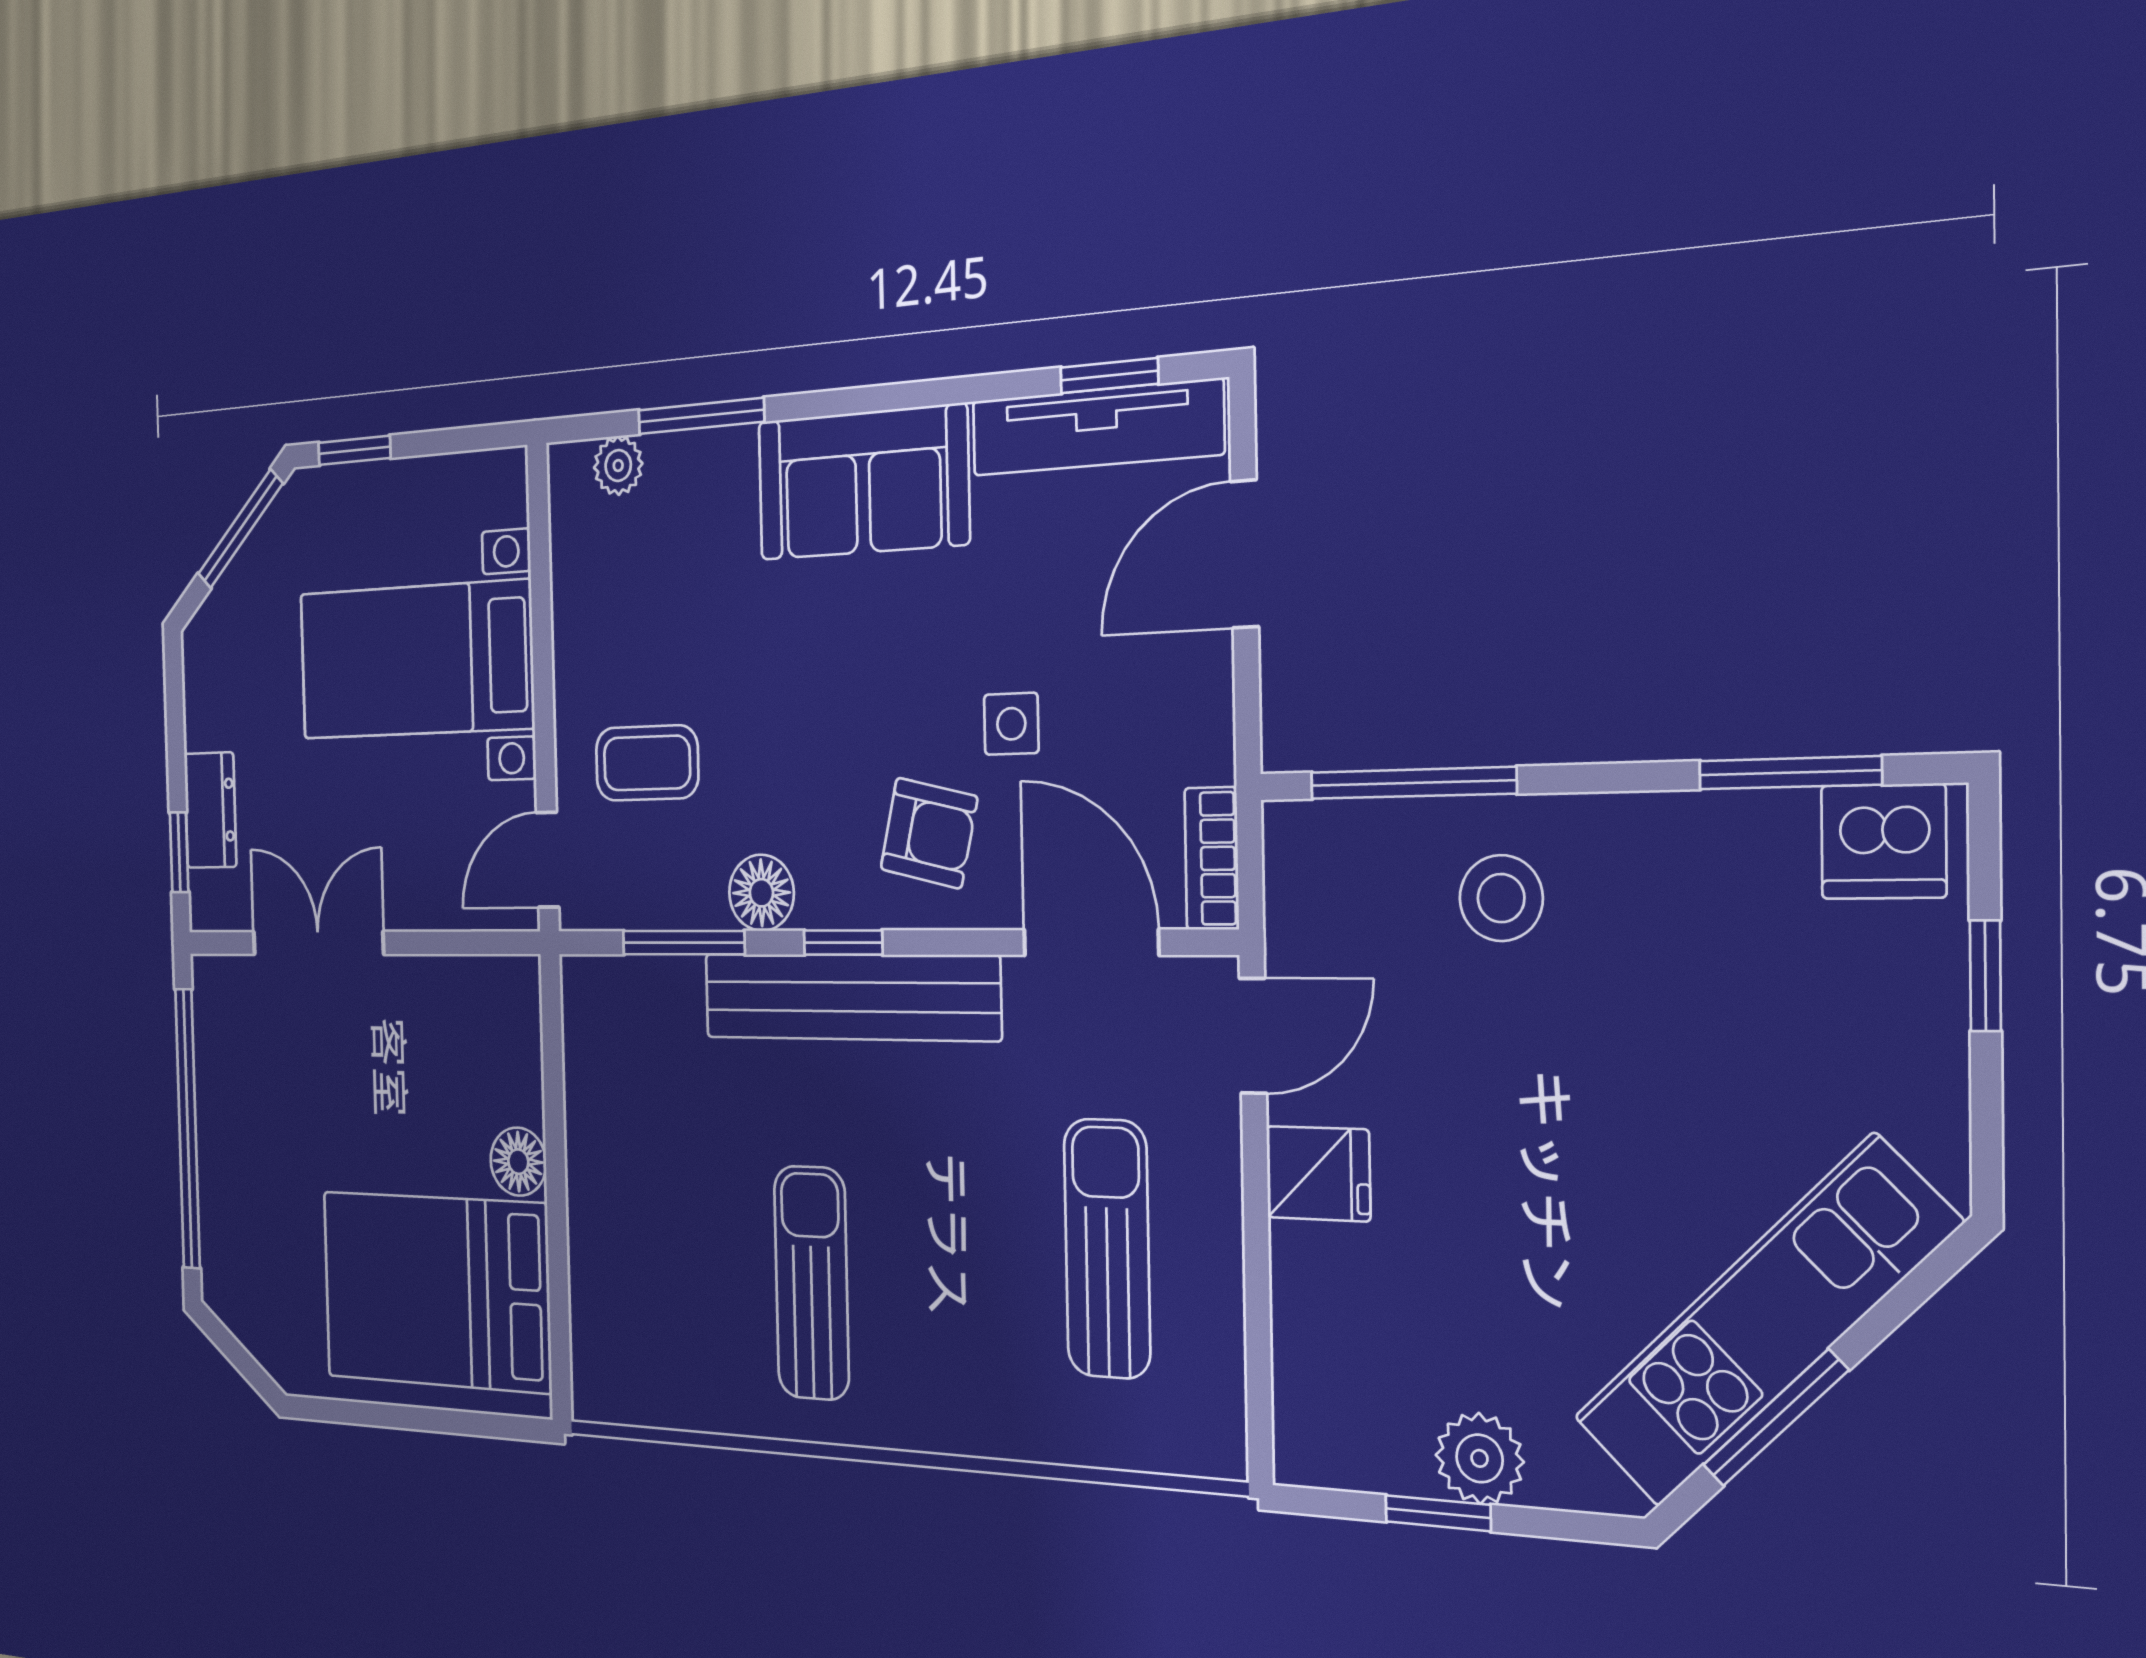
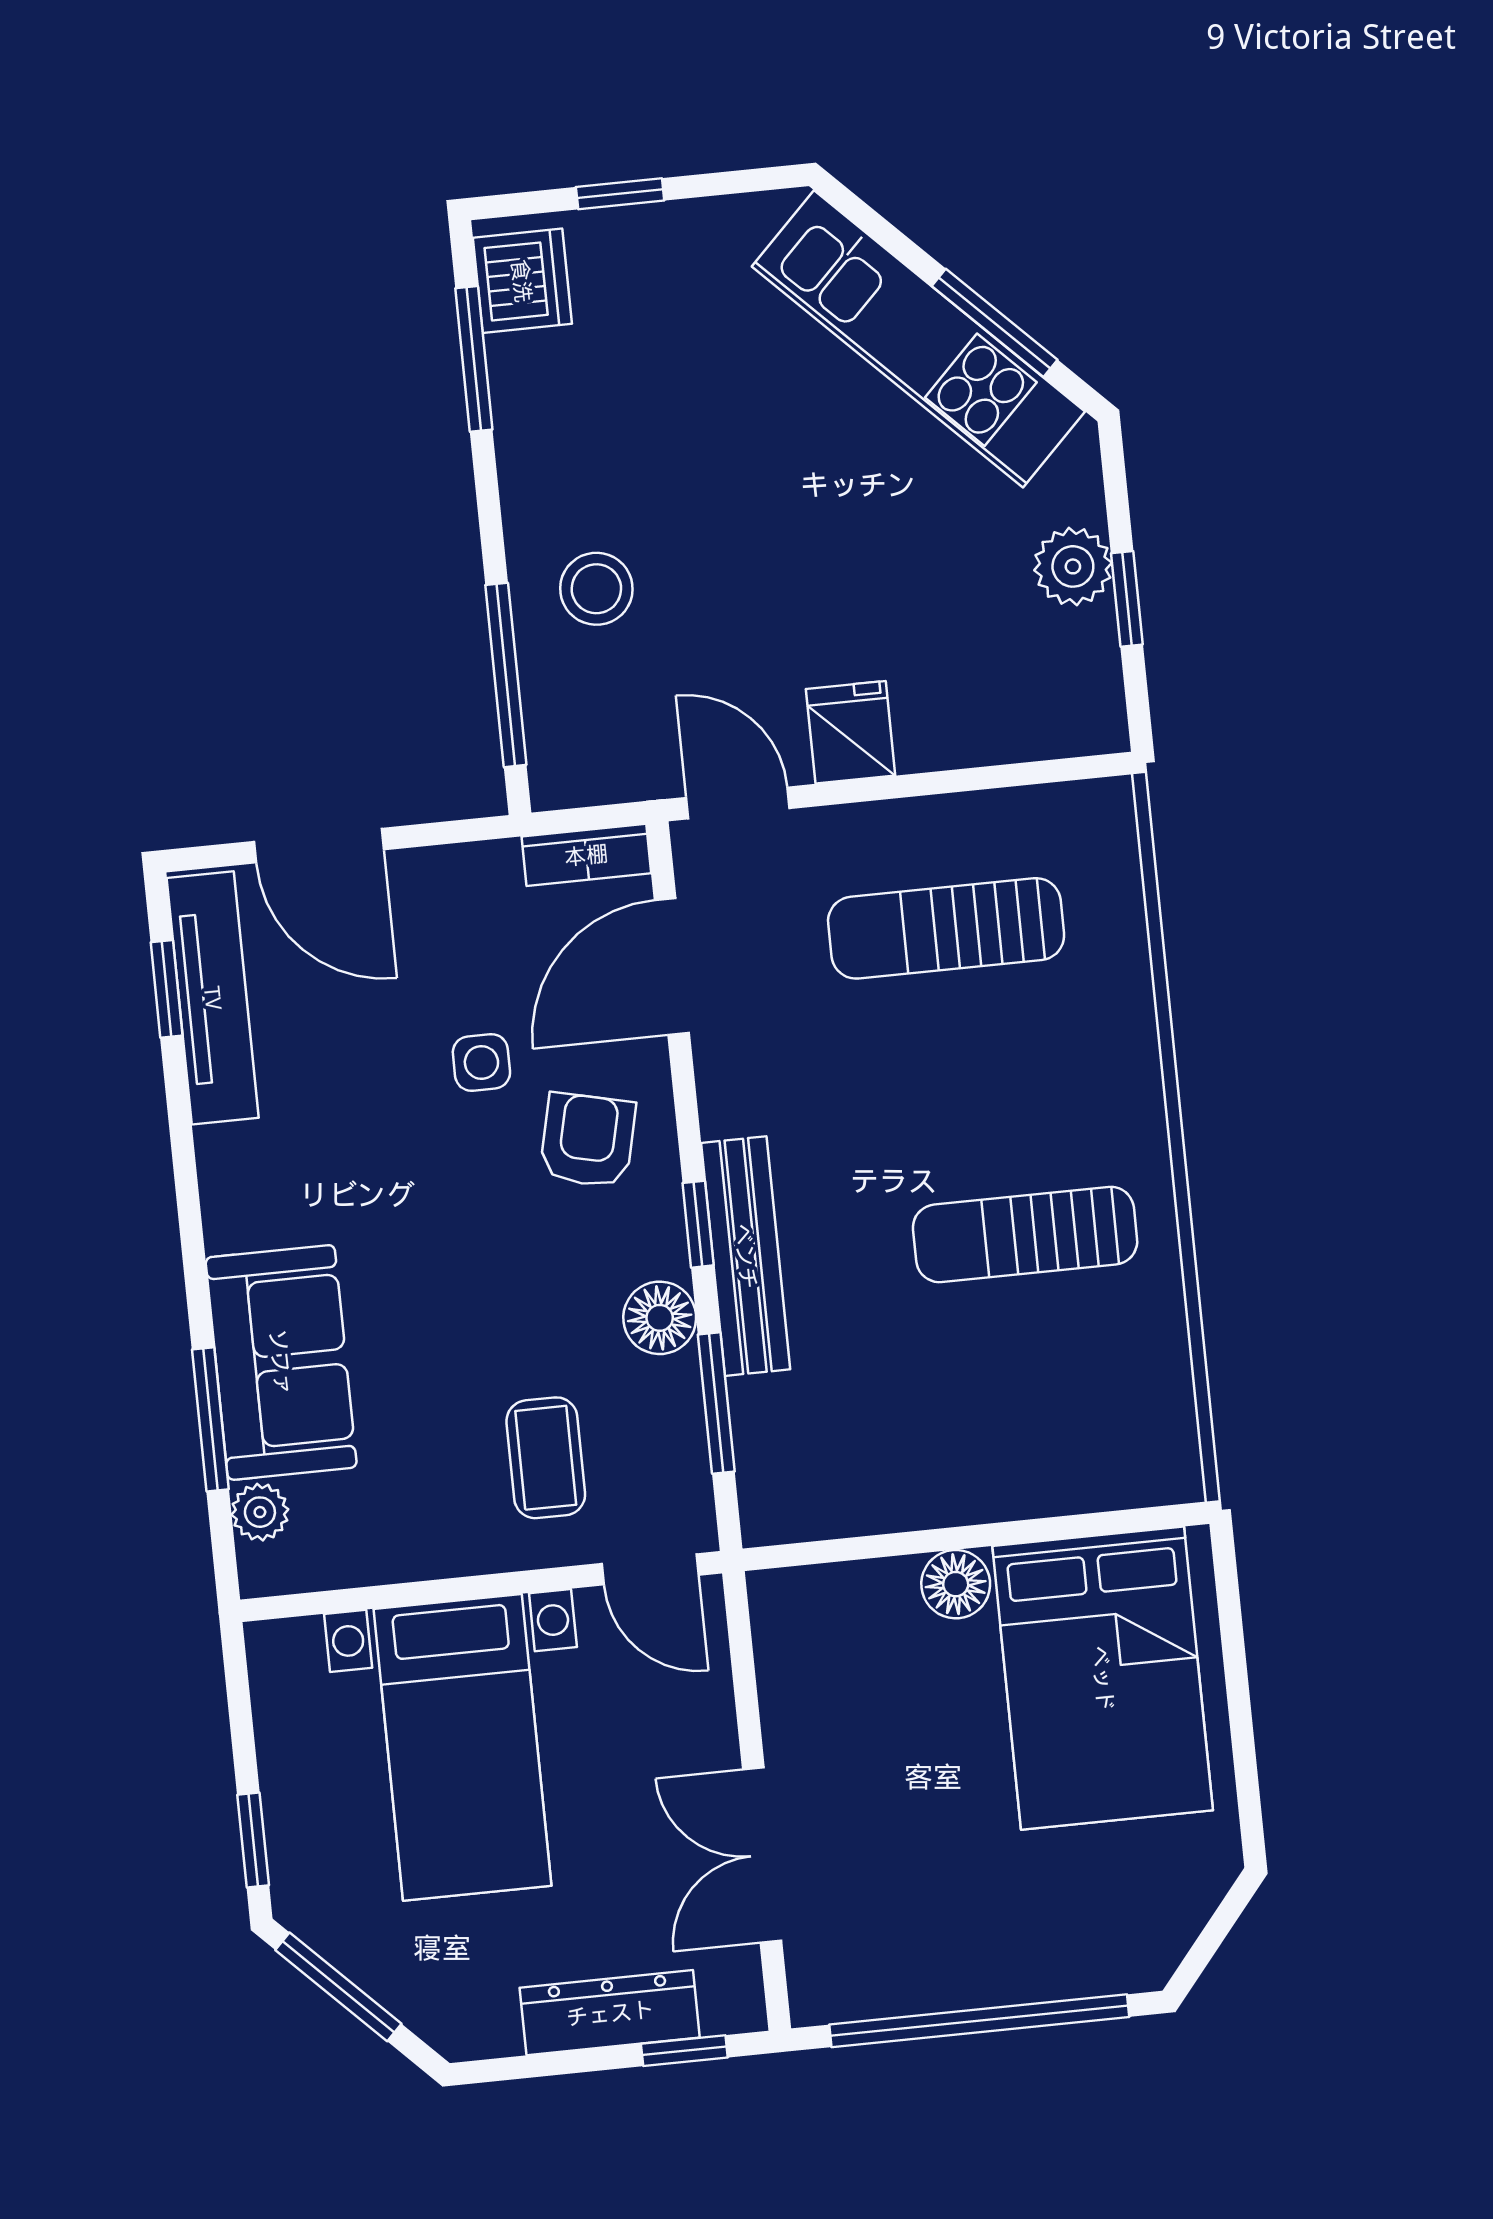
sofa: (863, 482) -> (281, 1362), moved
dresser: (210, 810) -> (610, 2013), width x1.44
bench: (850, 997) -> (746, 1256), width x0.73, depth x0.82

